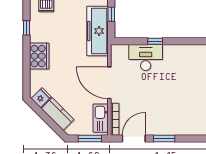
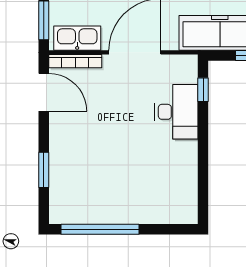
window: (155, 41) -> (203, 90), moved
window: (164, 138) -> (44, 170), moved

